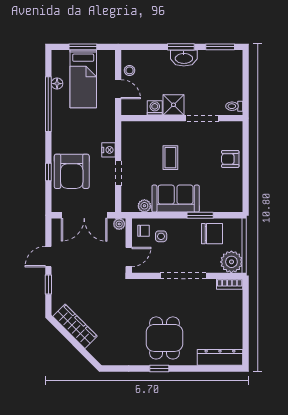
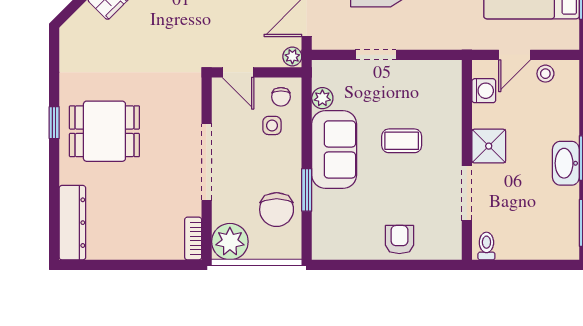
washing machine: (155, 108) -> (484, 91), moved
nightstand: (108, 150) -> (414, 39), removed

